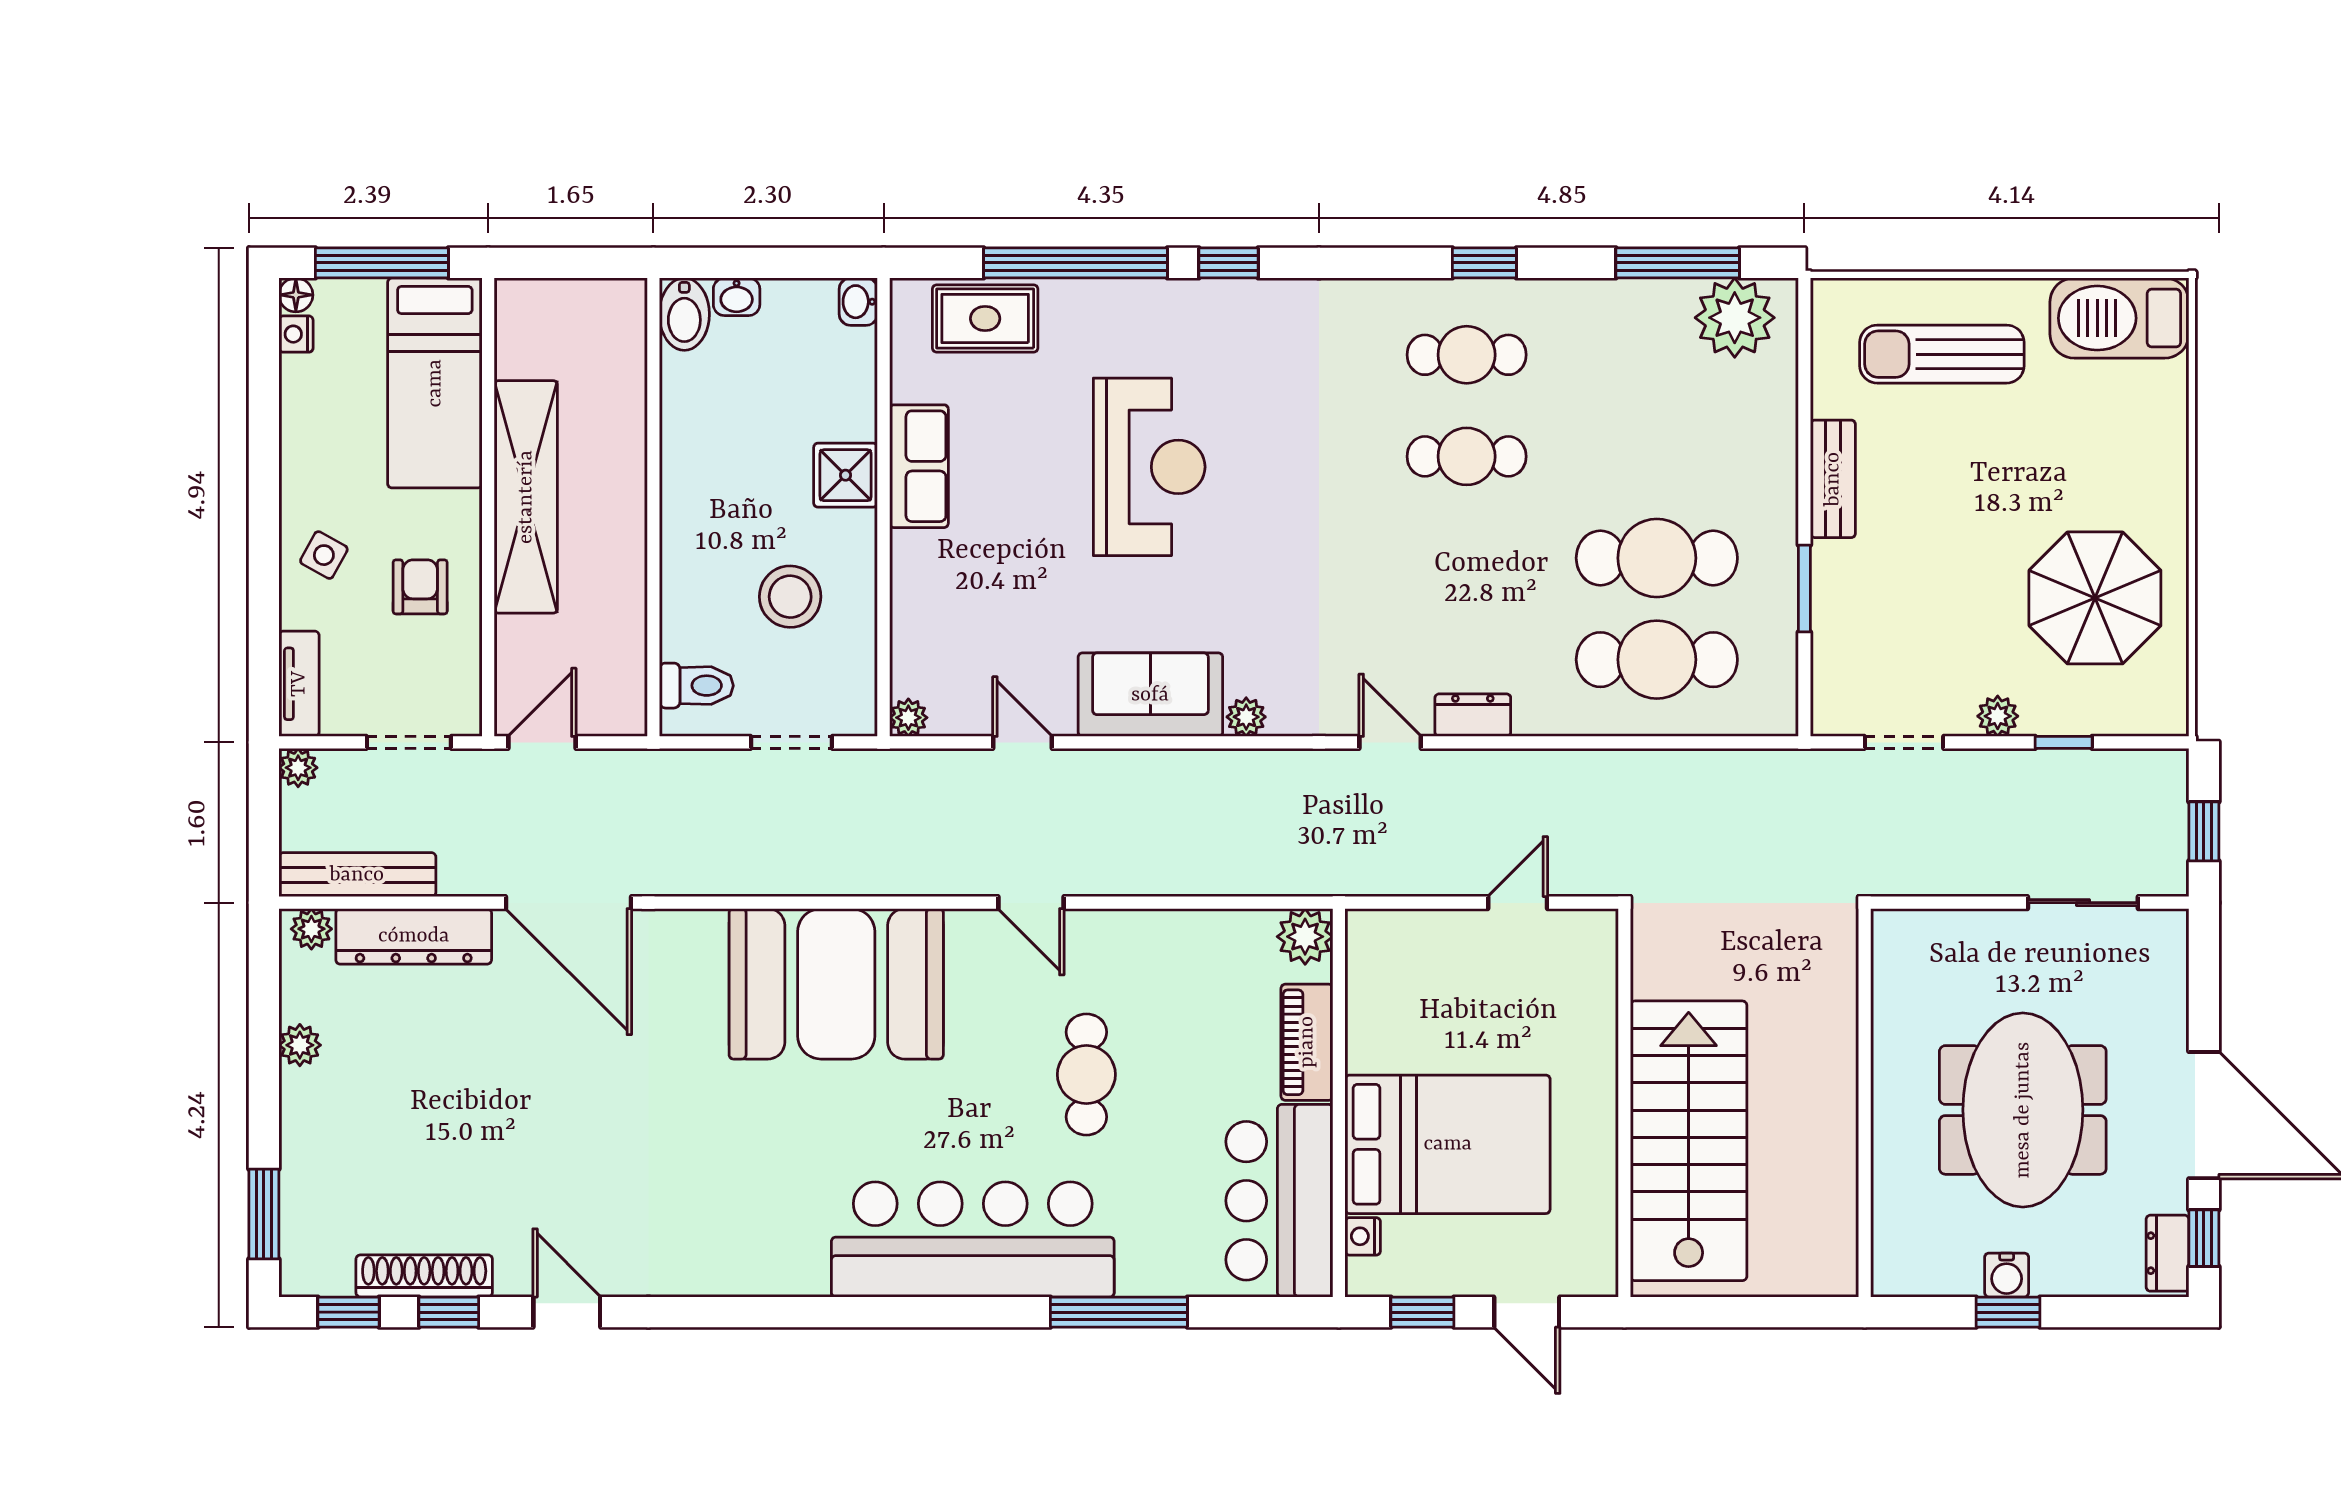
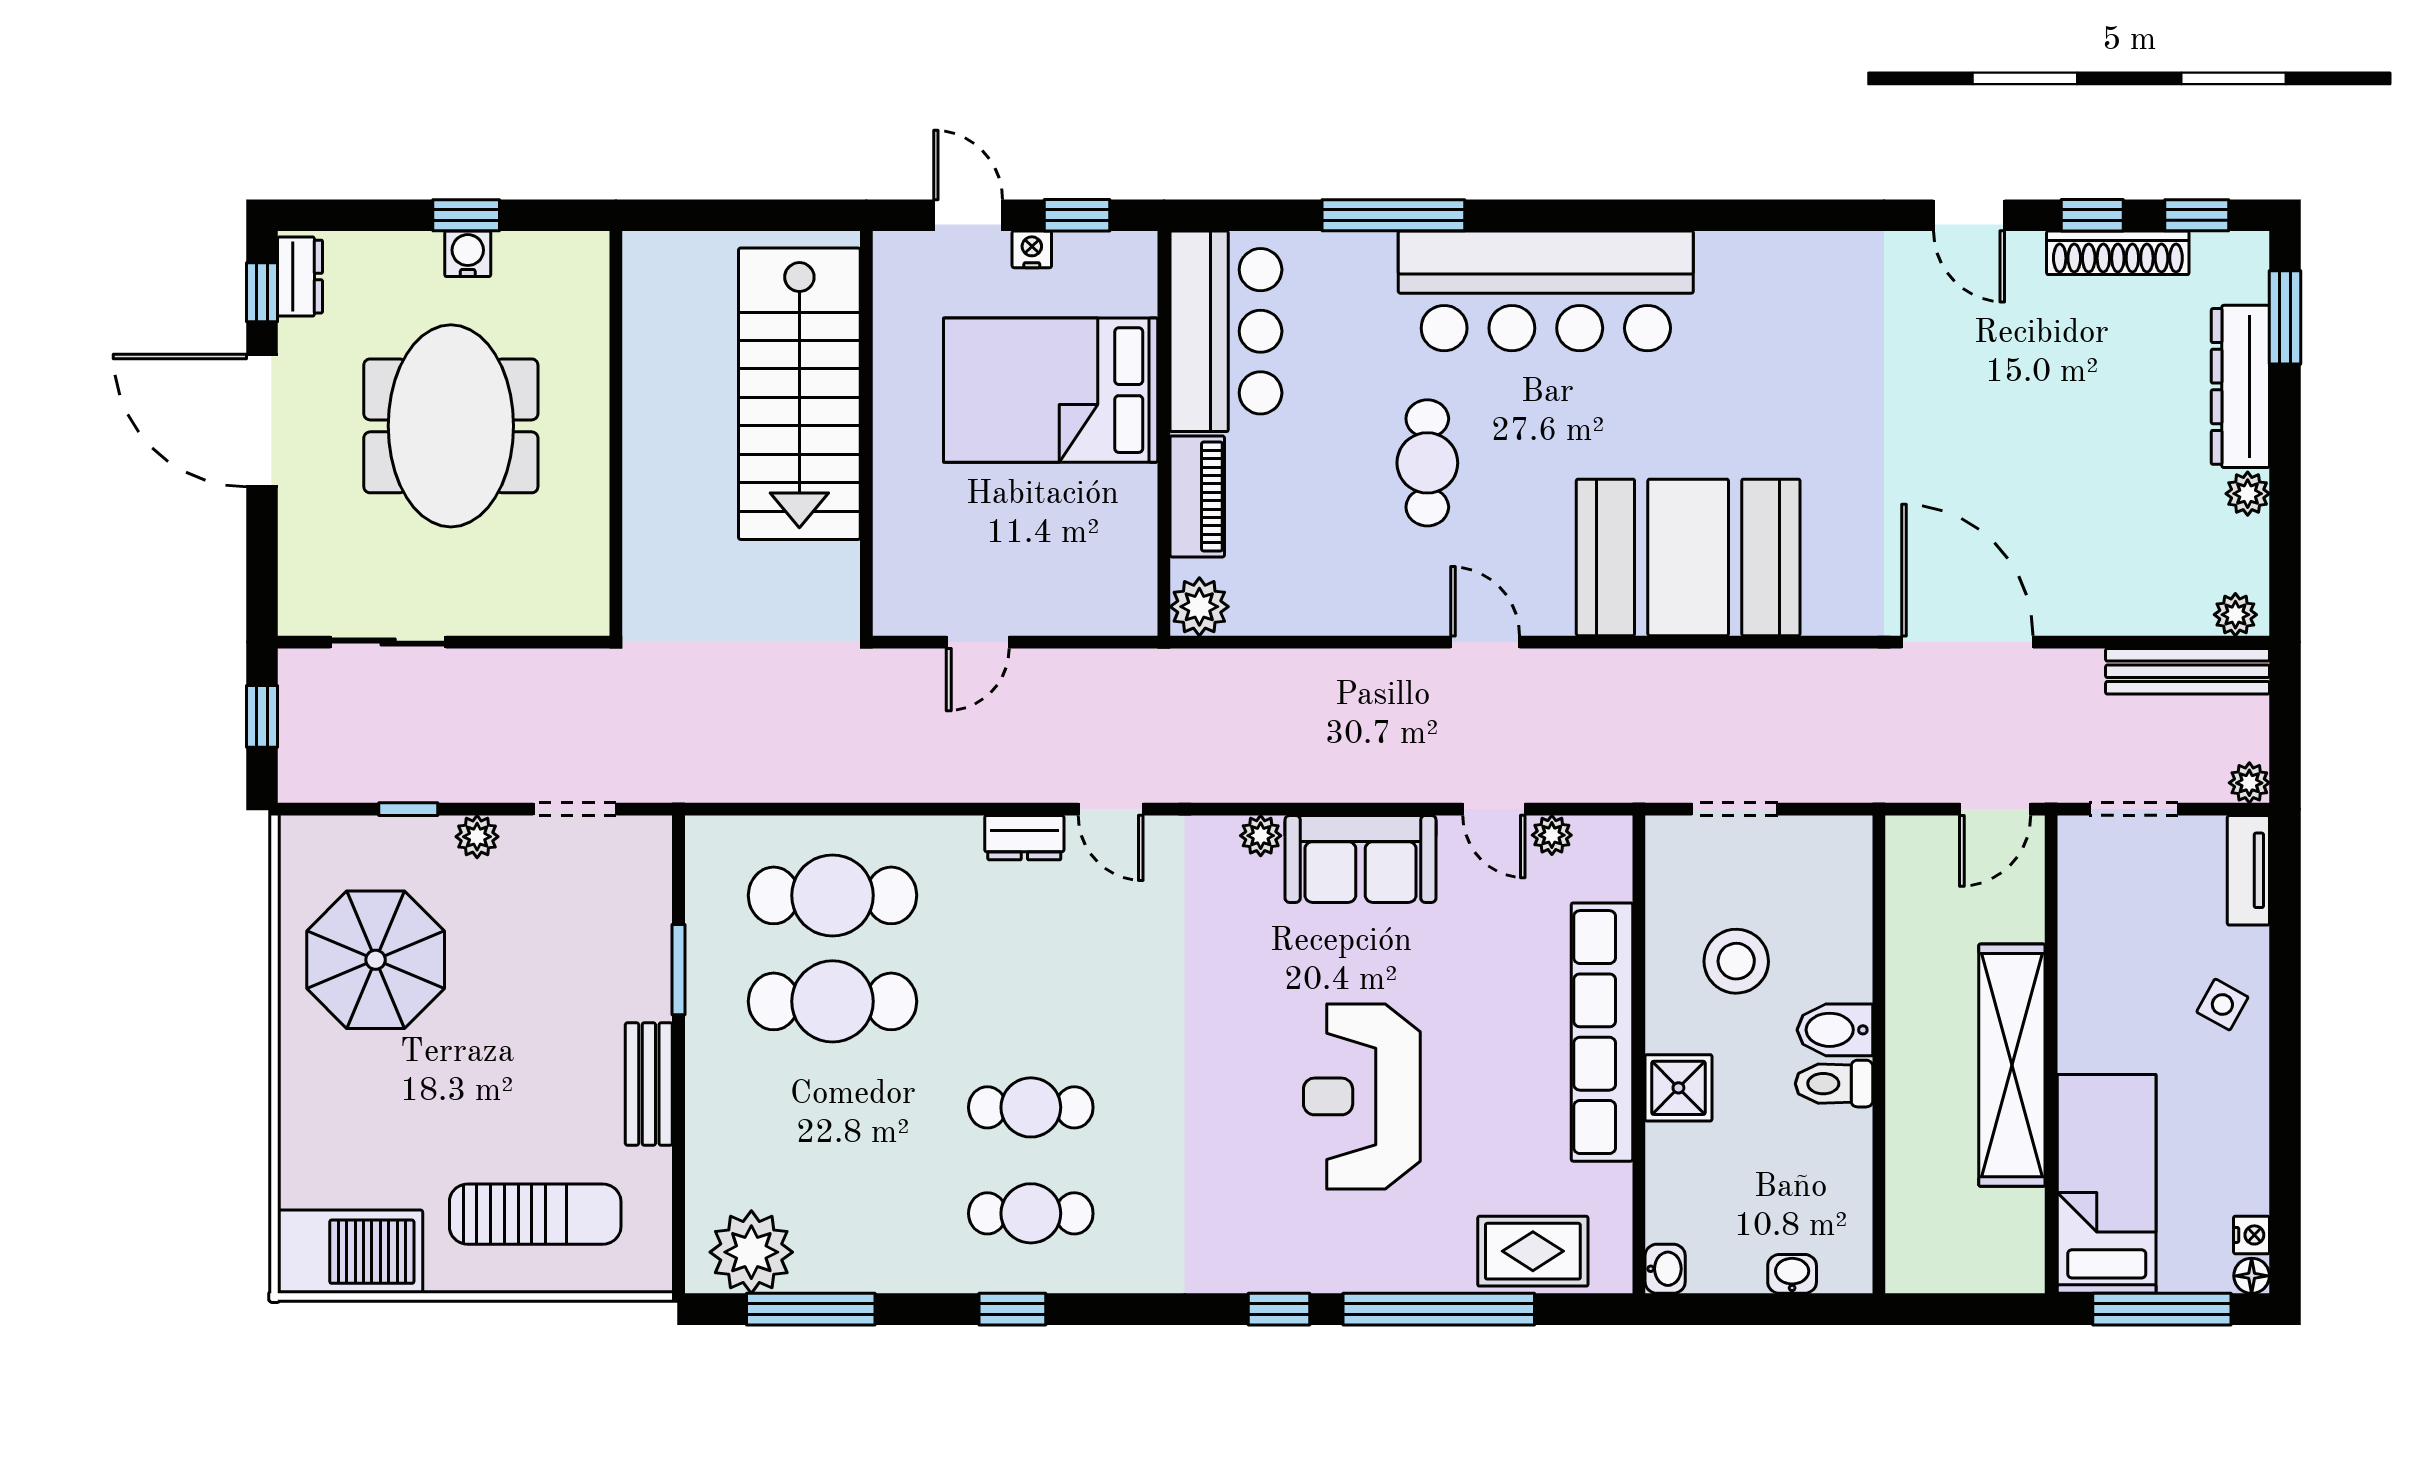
bidet: (684, 314) -> (1835, 1030), moved, turned -90
row of seats: (919, 466) -> (1602, 1032), width x2.02
armchair: (420, 587) -> (2122, 971), removed
toilet: (696, 686) -> (1834, 1084), moved
plant: (908, 718) -> (1552, 835), moved
dresser: (414, 936) -> (2240, 386), moved, turned -90
nightstand: (1363, 1236) -> (1032, 249), moved, turned -90

